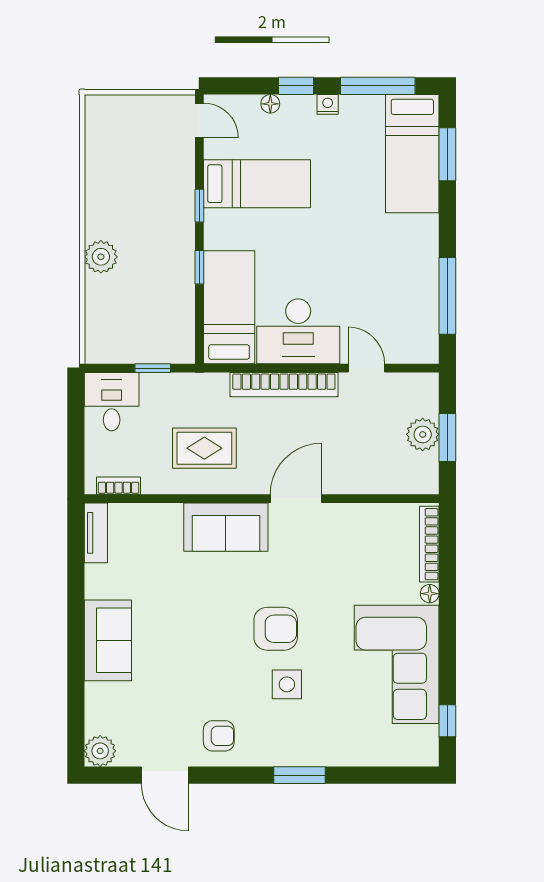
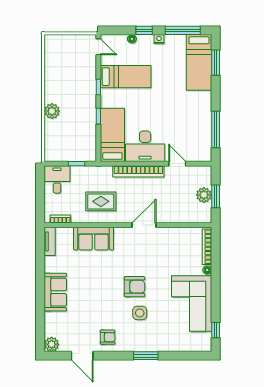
sofa: (226, 527) -> (94, 239), moved

